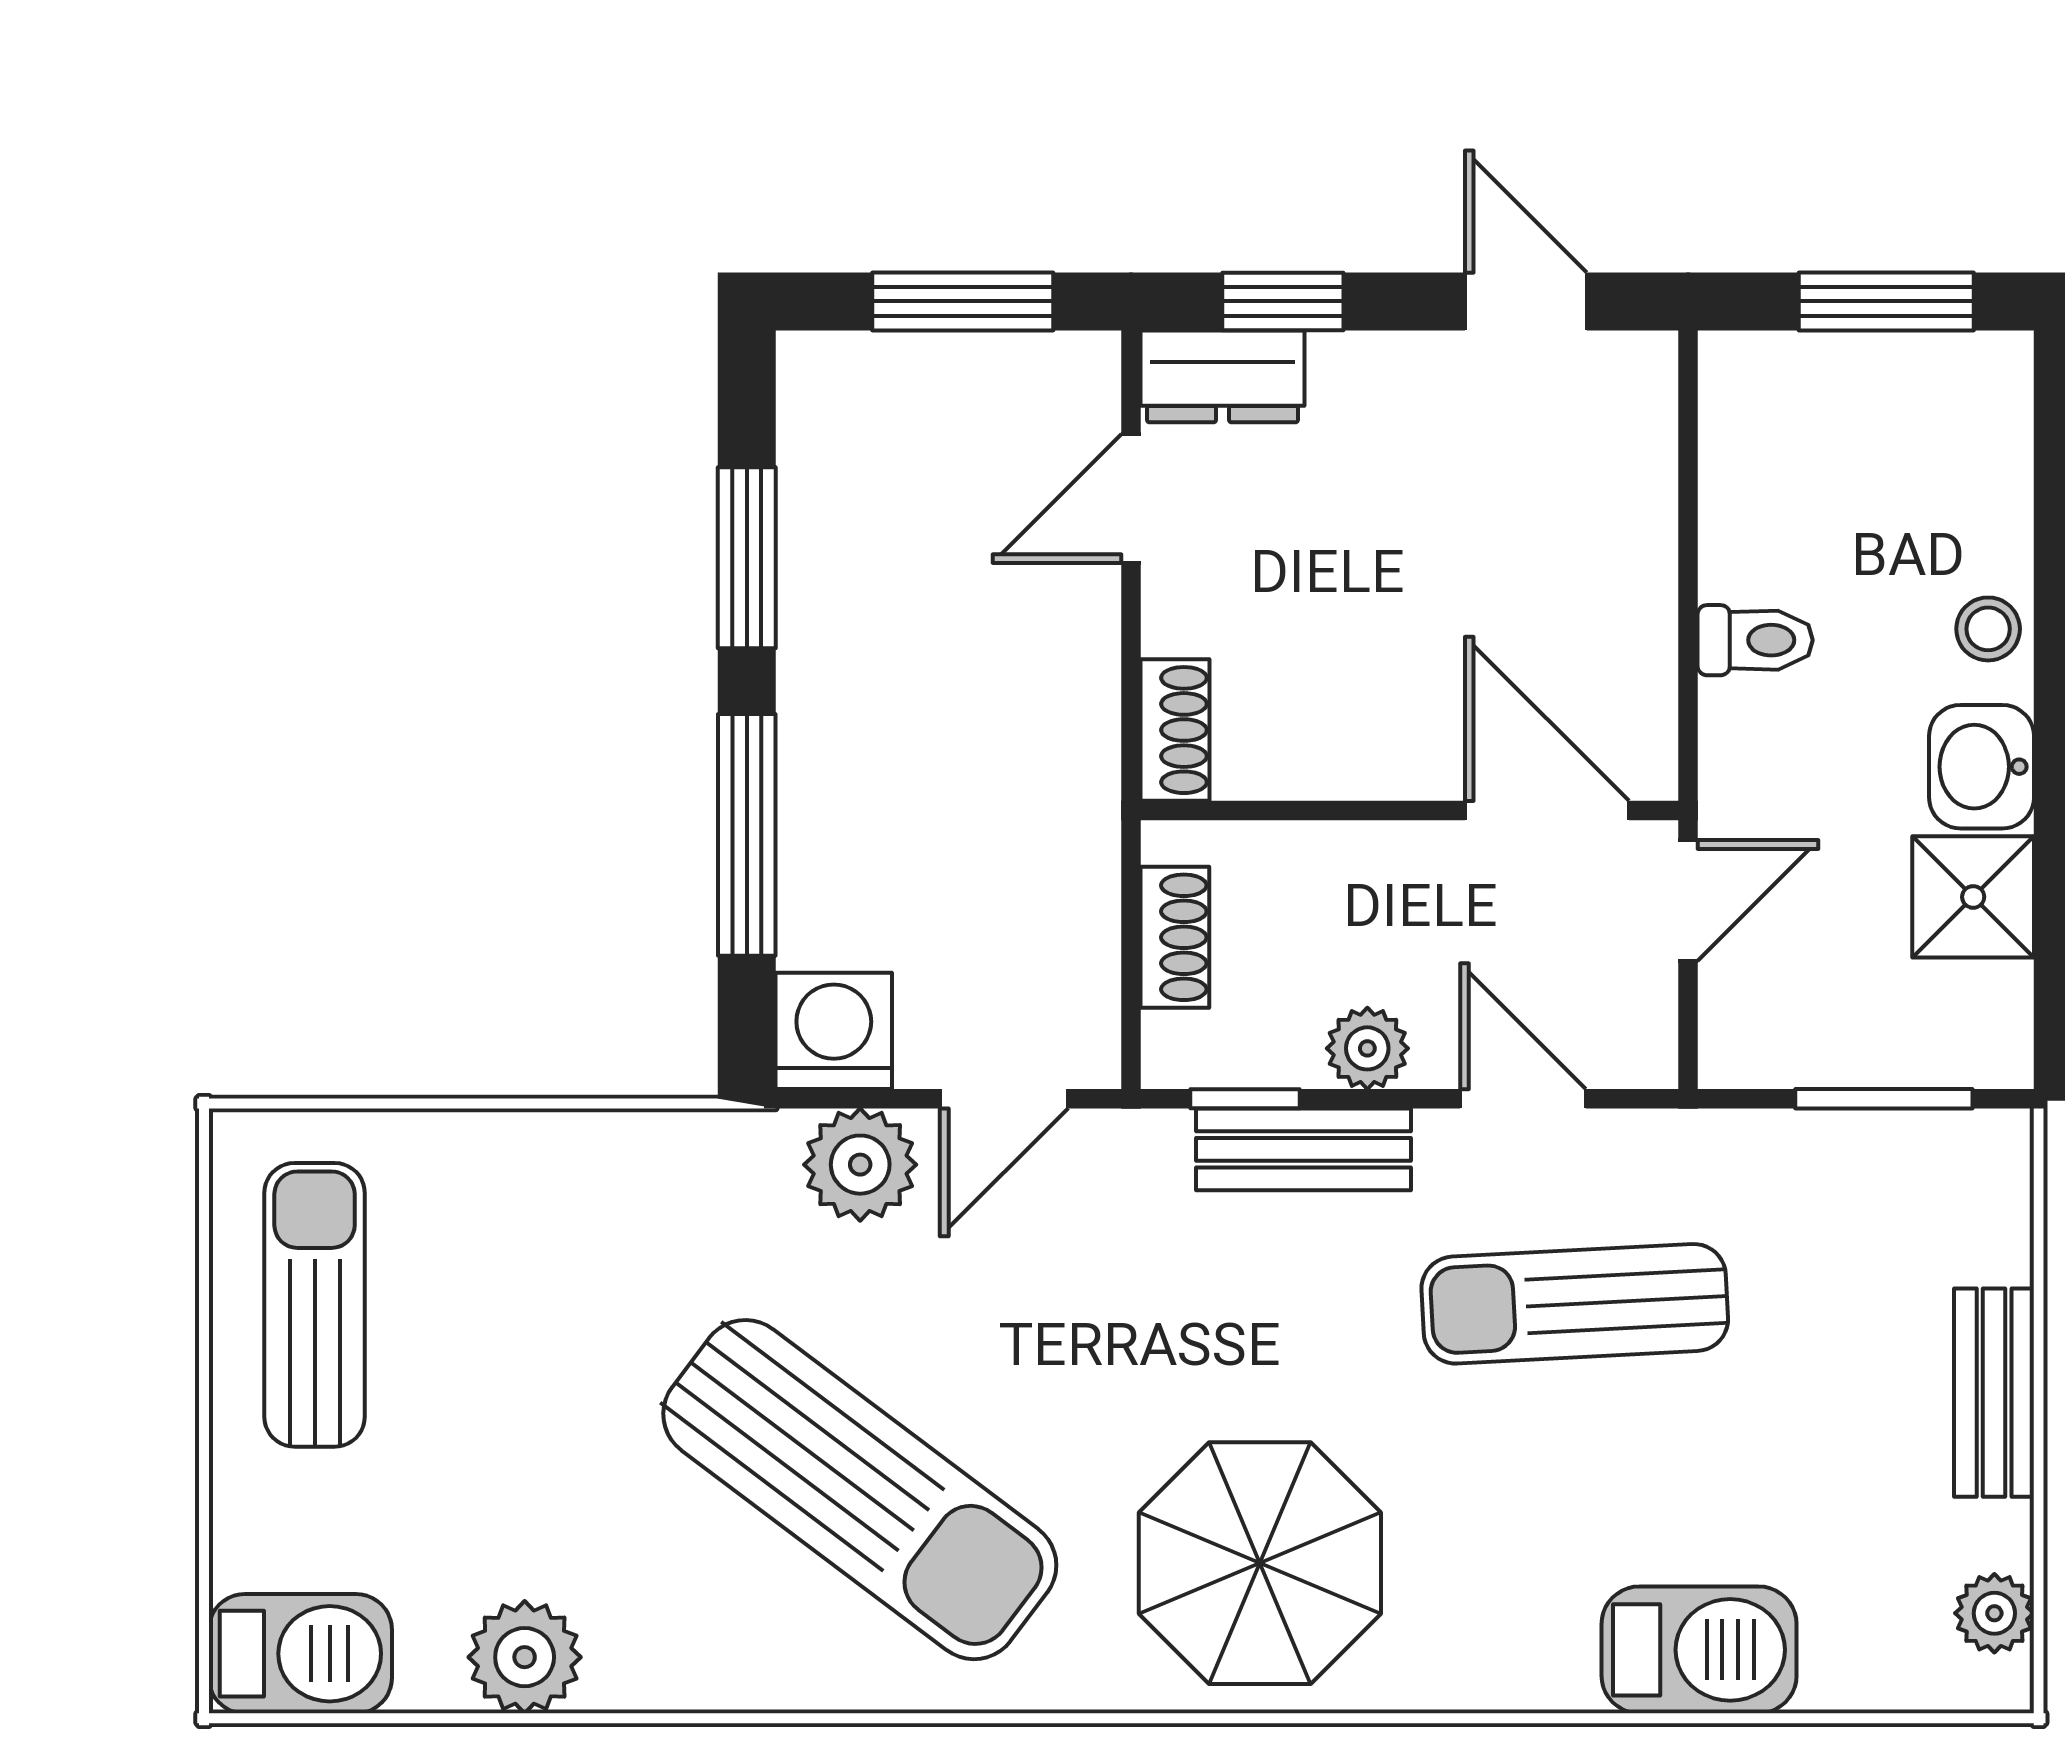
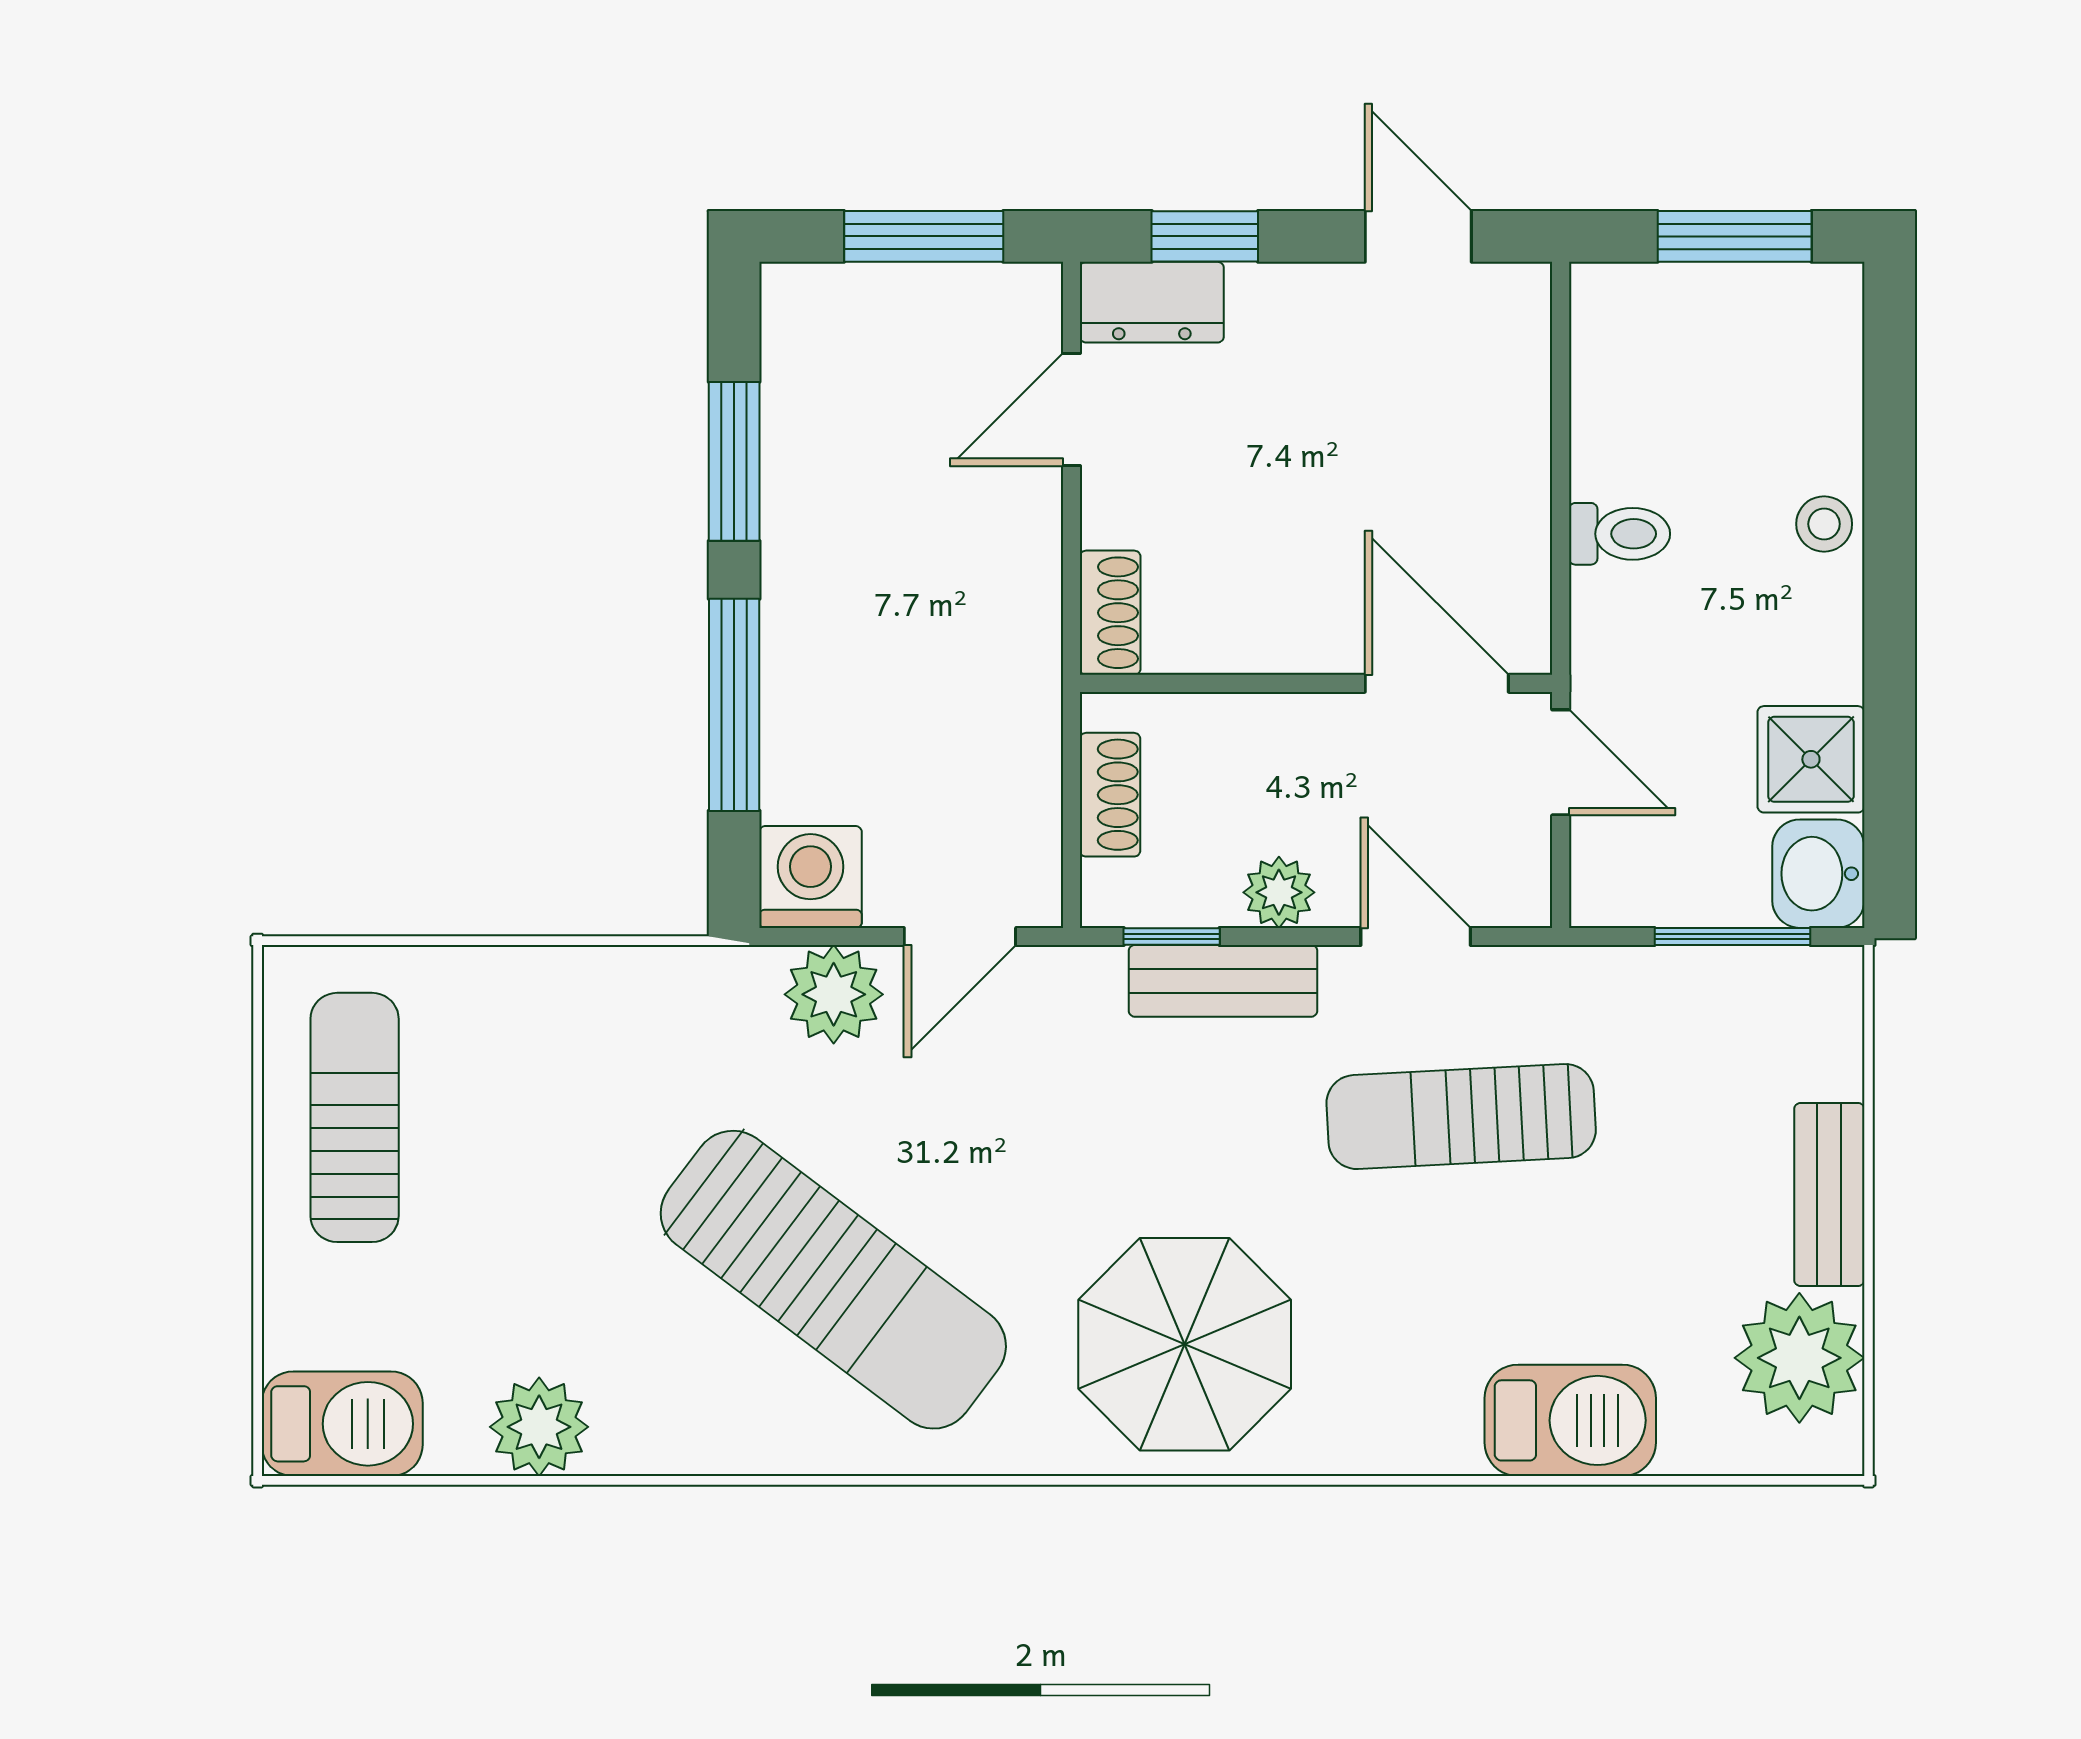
washbasin: (1982, 767) -> (1818, 874), moved
door: (1688, 901) -> (1561, 762), hinge flipped
plant: (1994, 1613) -> (1799, 1358), width x1.87, depth x1.87

